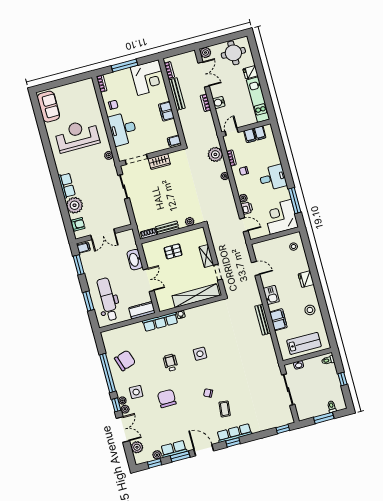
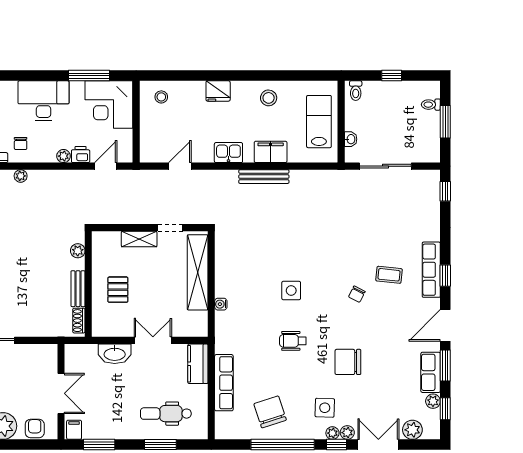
desk: (273, 178) -> (44, 101), width x1.37
dental chair: (108, 299) -> (166, 414), width x0.73, depth x0.72
row of seats: (160, 322) -> (224, 383), moved

